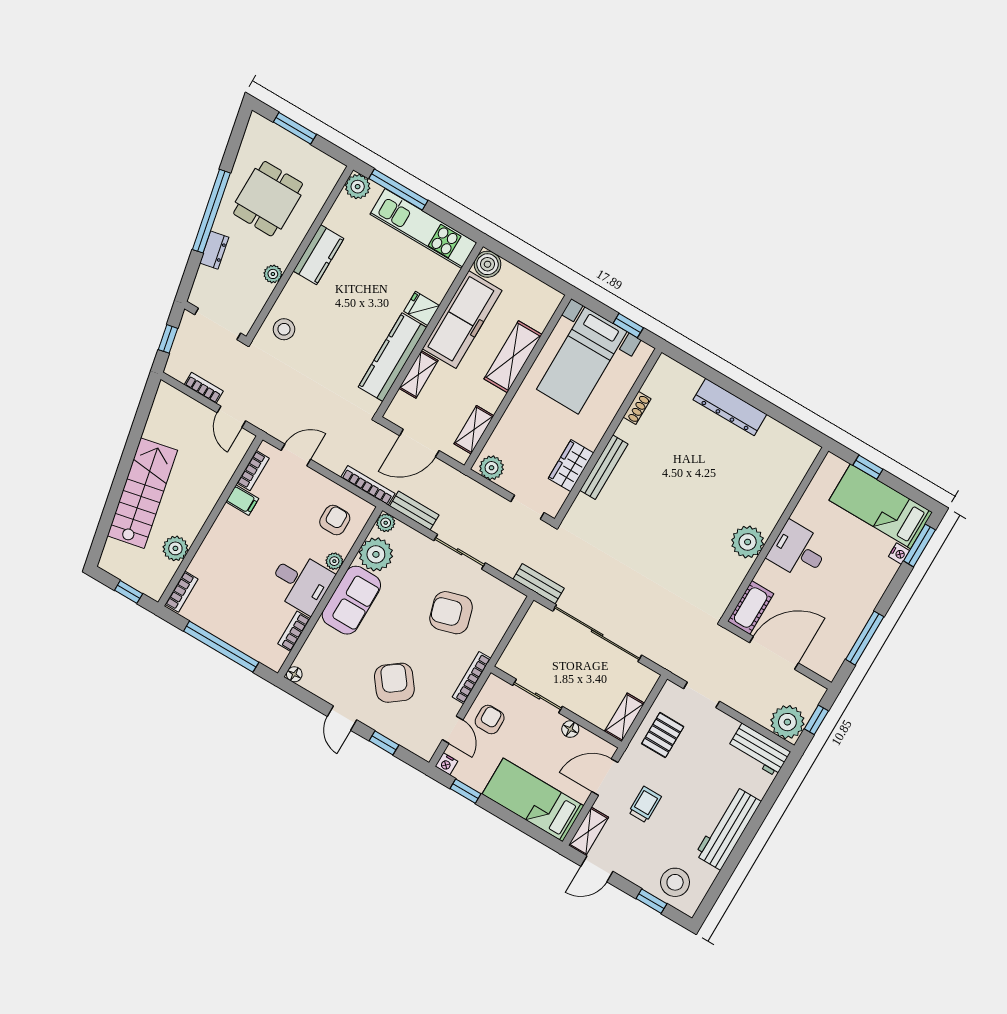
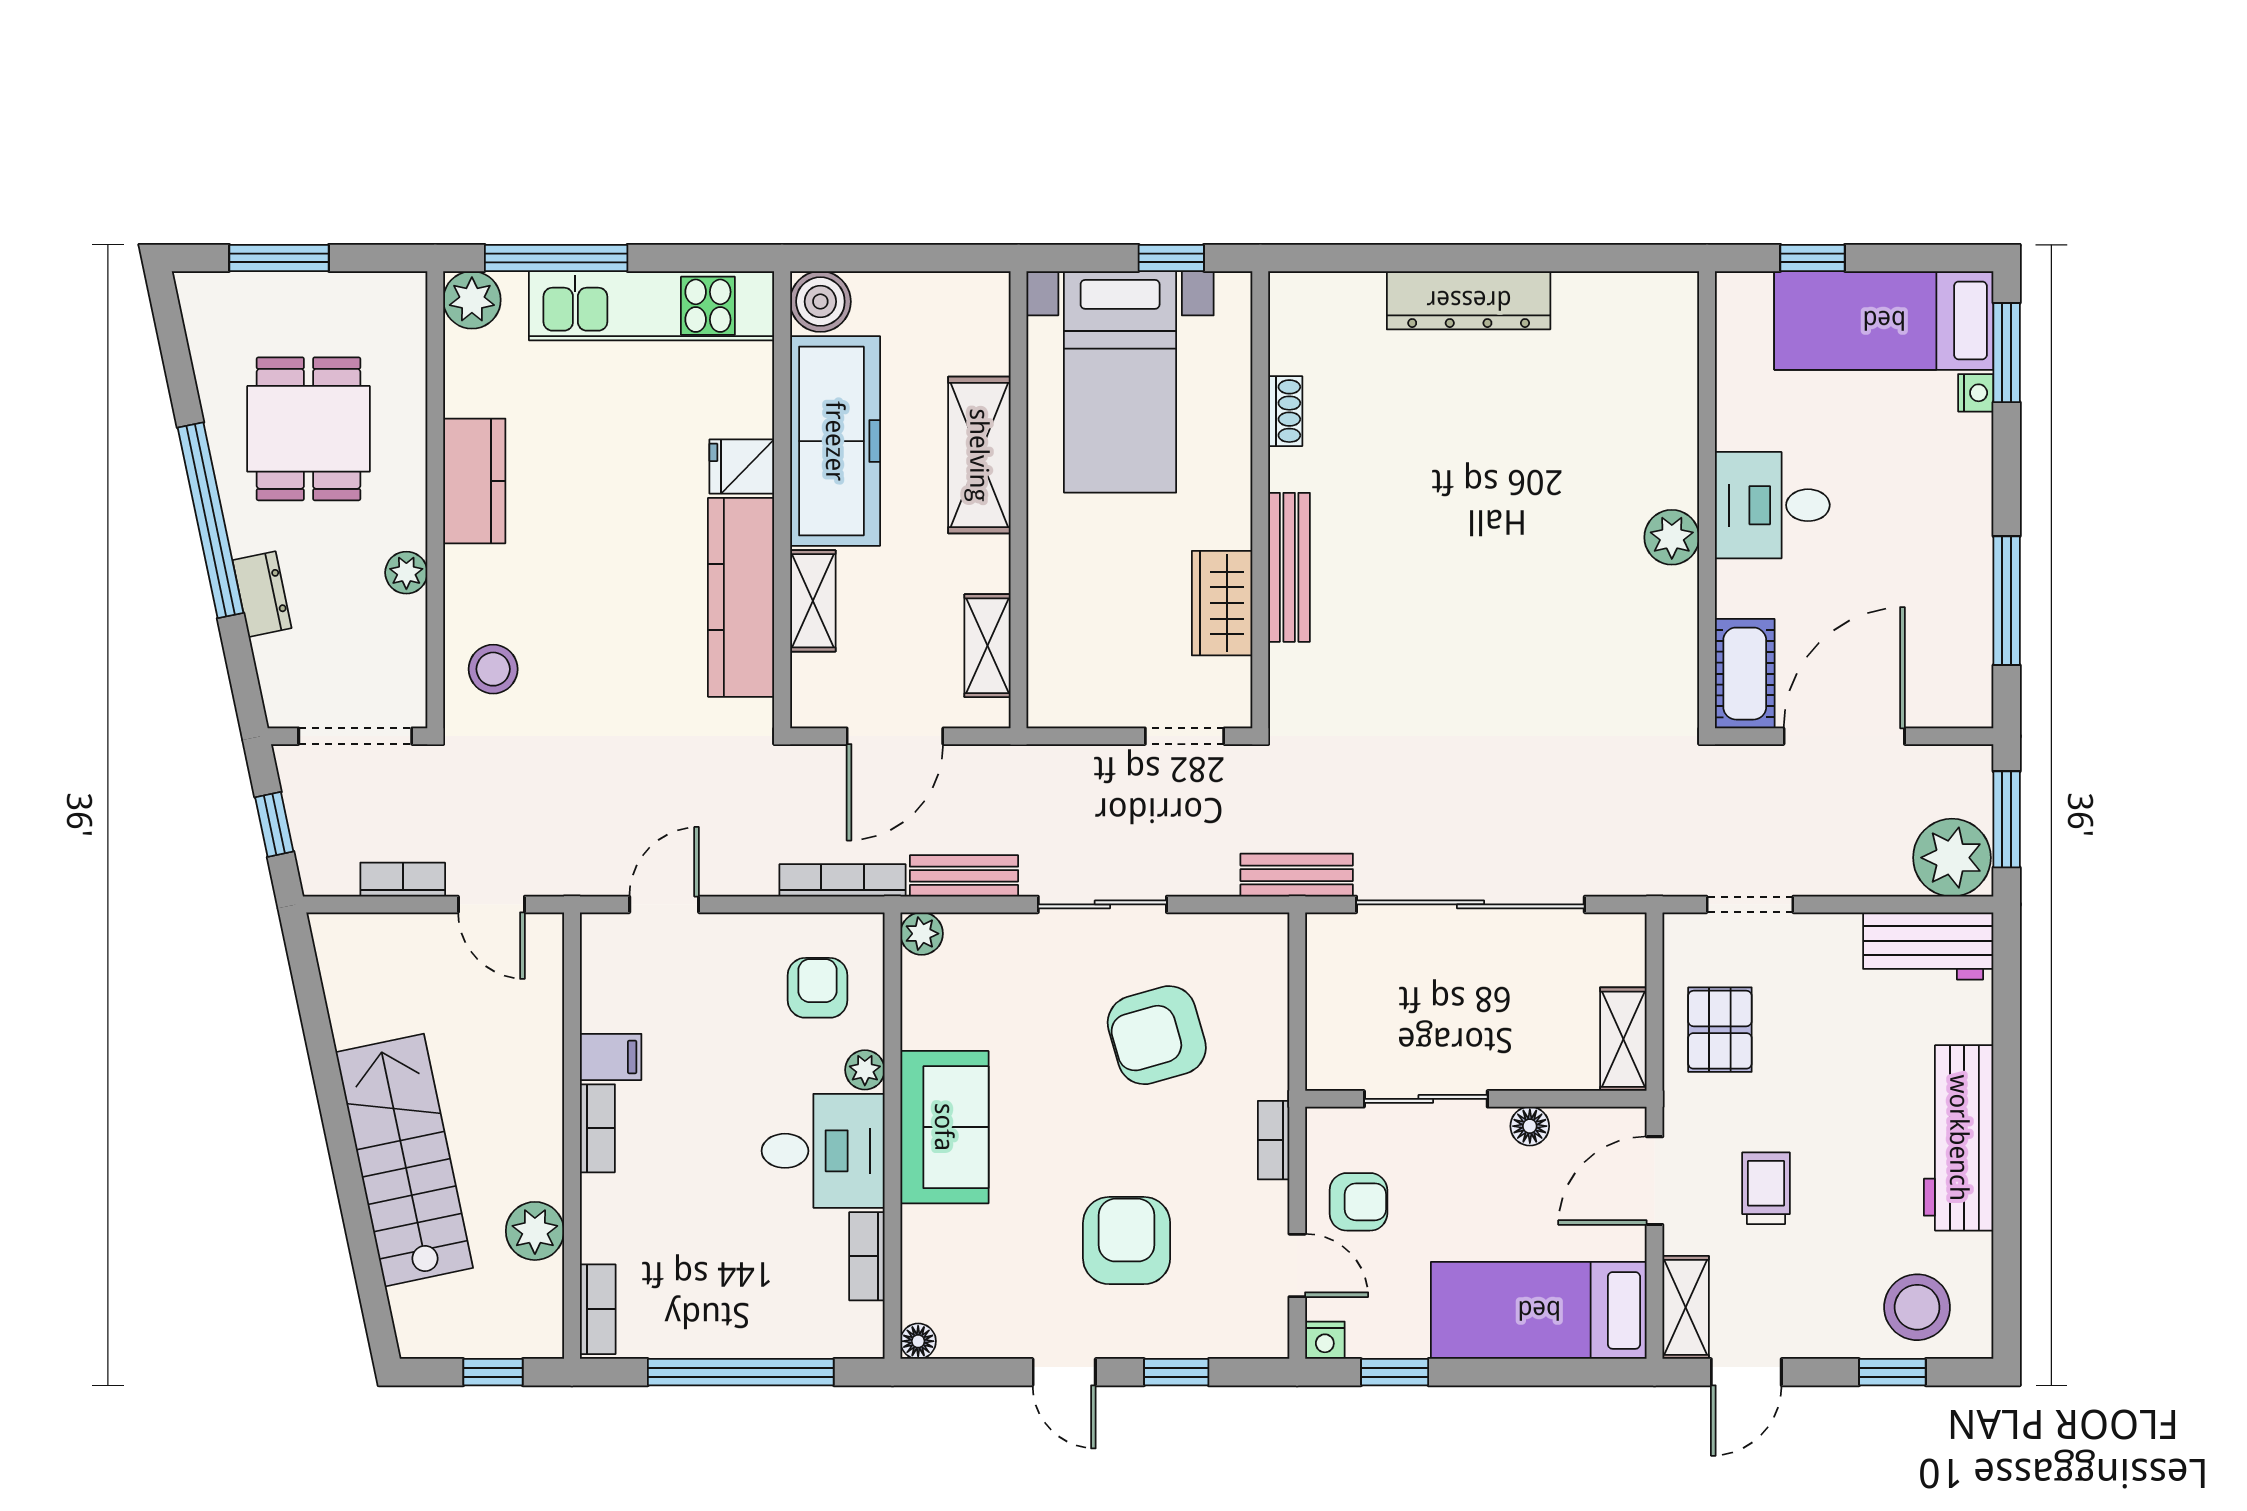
plant: (492, 468) -> (1067, 700), removed
bookcase: (253, 471) -> (597, 1128), moved
plant: (748, 542) -> (1672, 537), width x0.73, depth x0.73
plant: (376, 554) -> (939, 1008), removed
bookcase: (472, 678) -> (1274, 1140), width x0.64
armchair: (394, 683) -> (1127, 1241), turned 37
armchair: (490, 720) -> (1358, 1202), turned 90
window: (816, 720) -> (2007, 819), width x1.50

